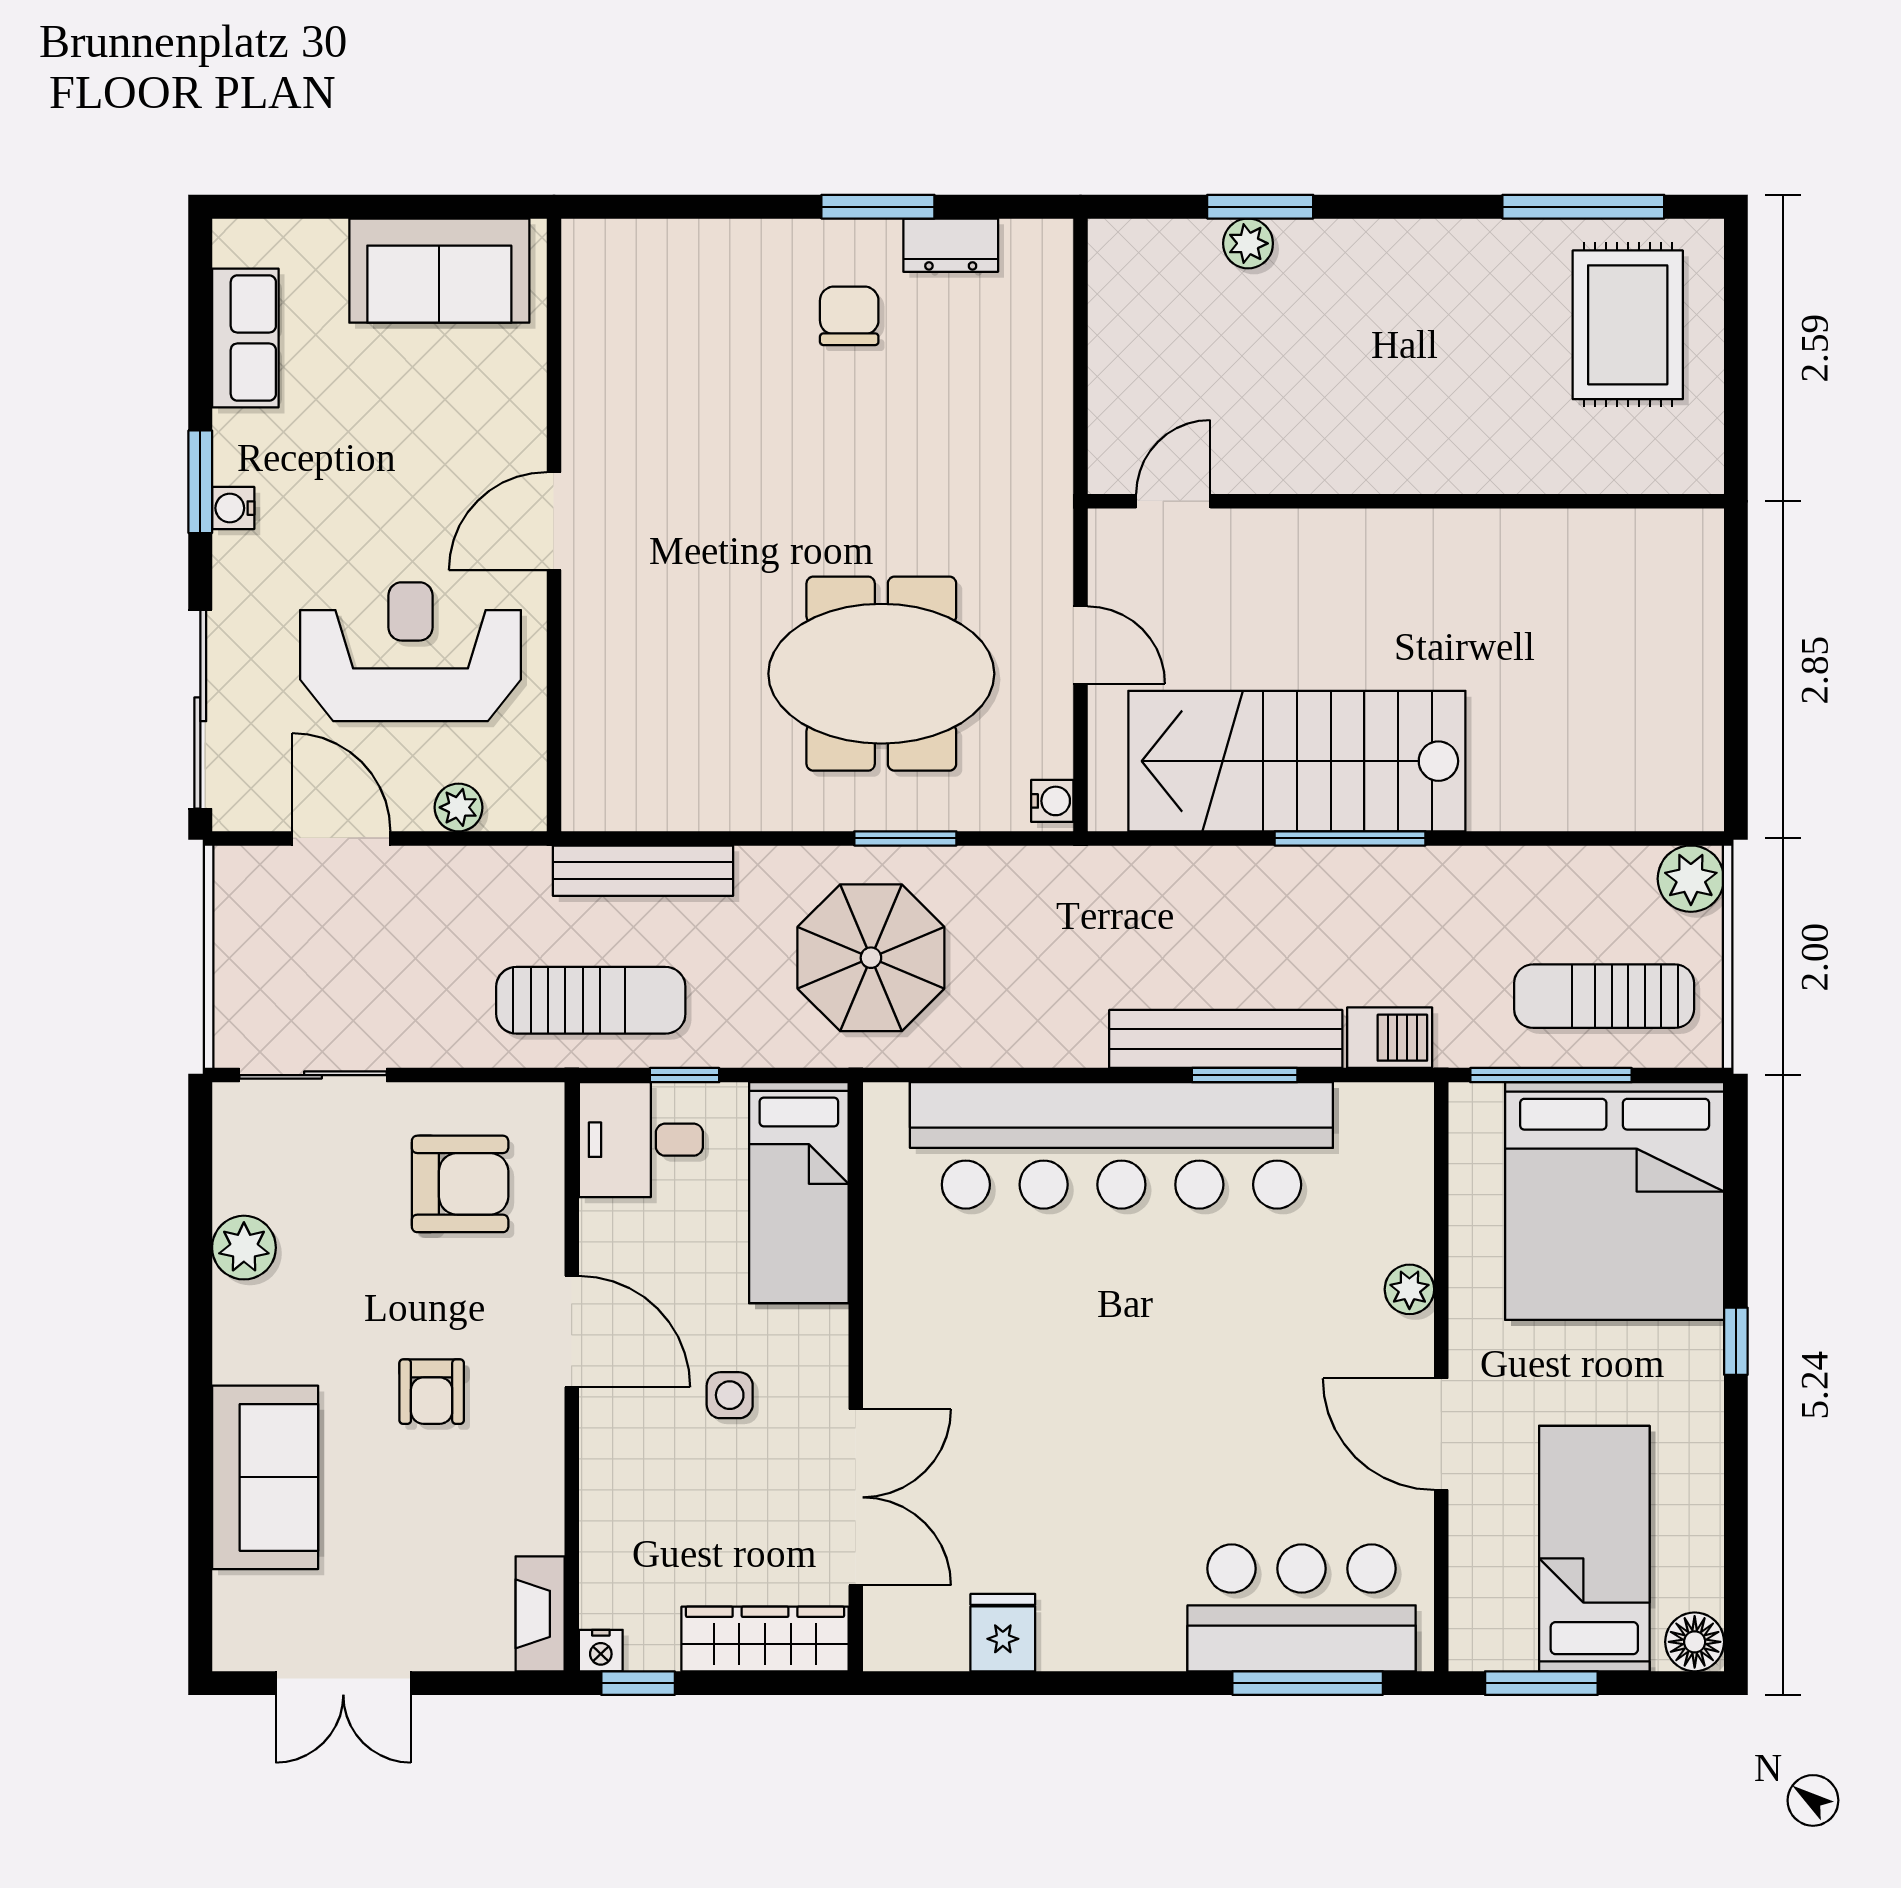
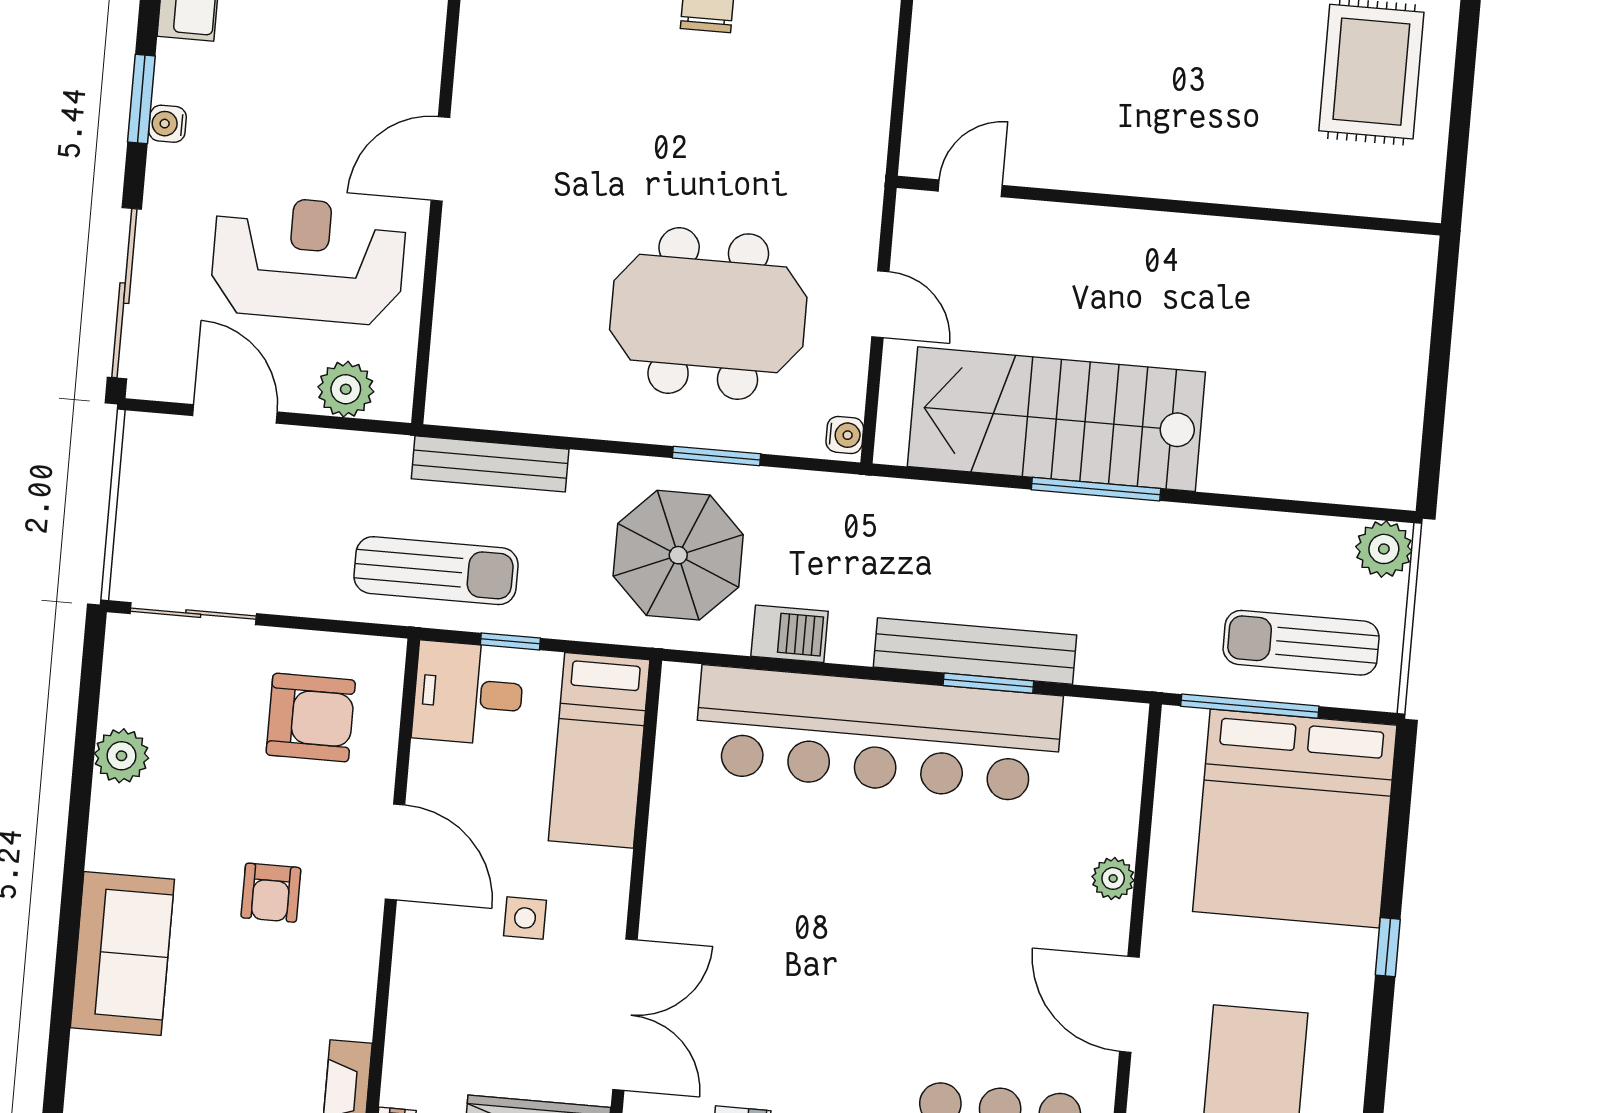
plant: (459, 807) -> (346, 389), width x1.38, depth x1.38
barbecue: (1390, 1038) -> (790, 634), moved

